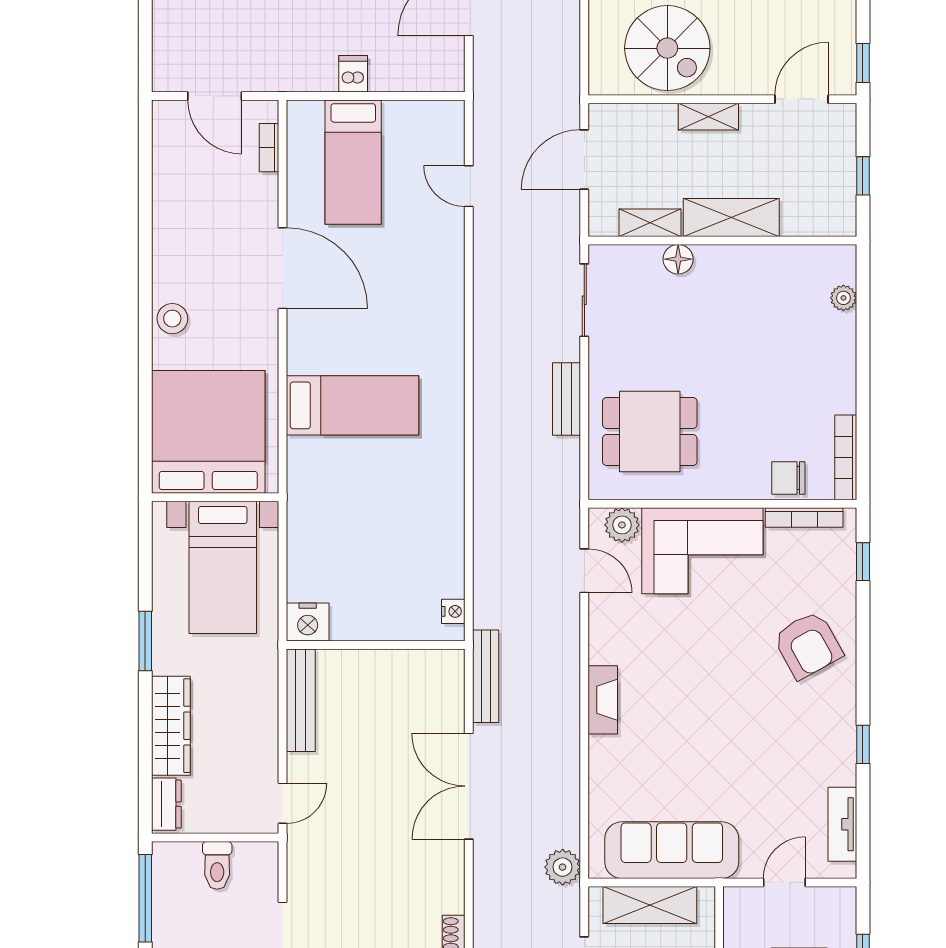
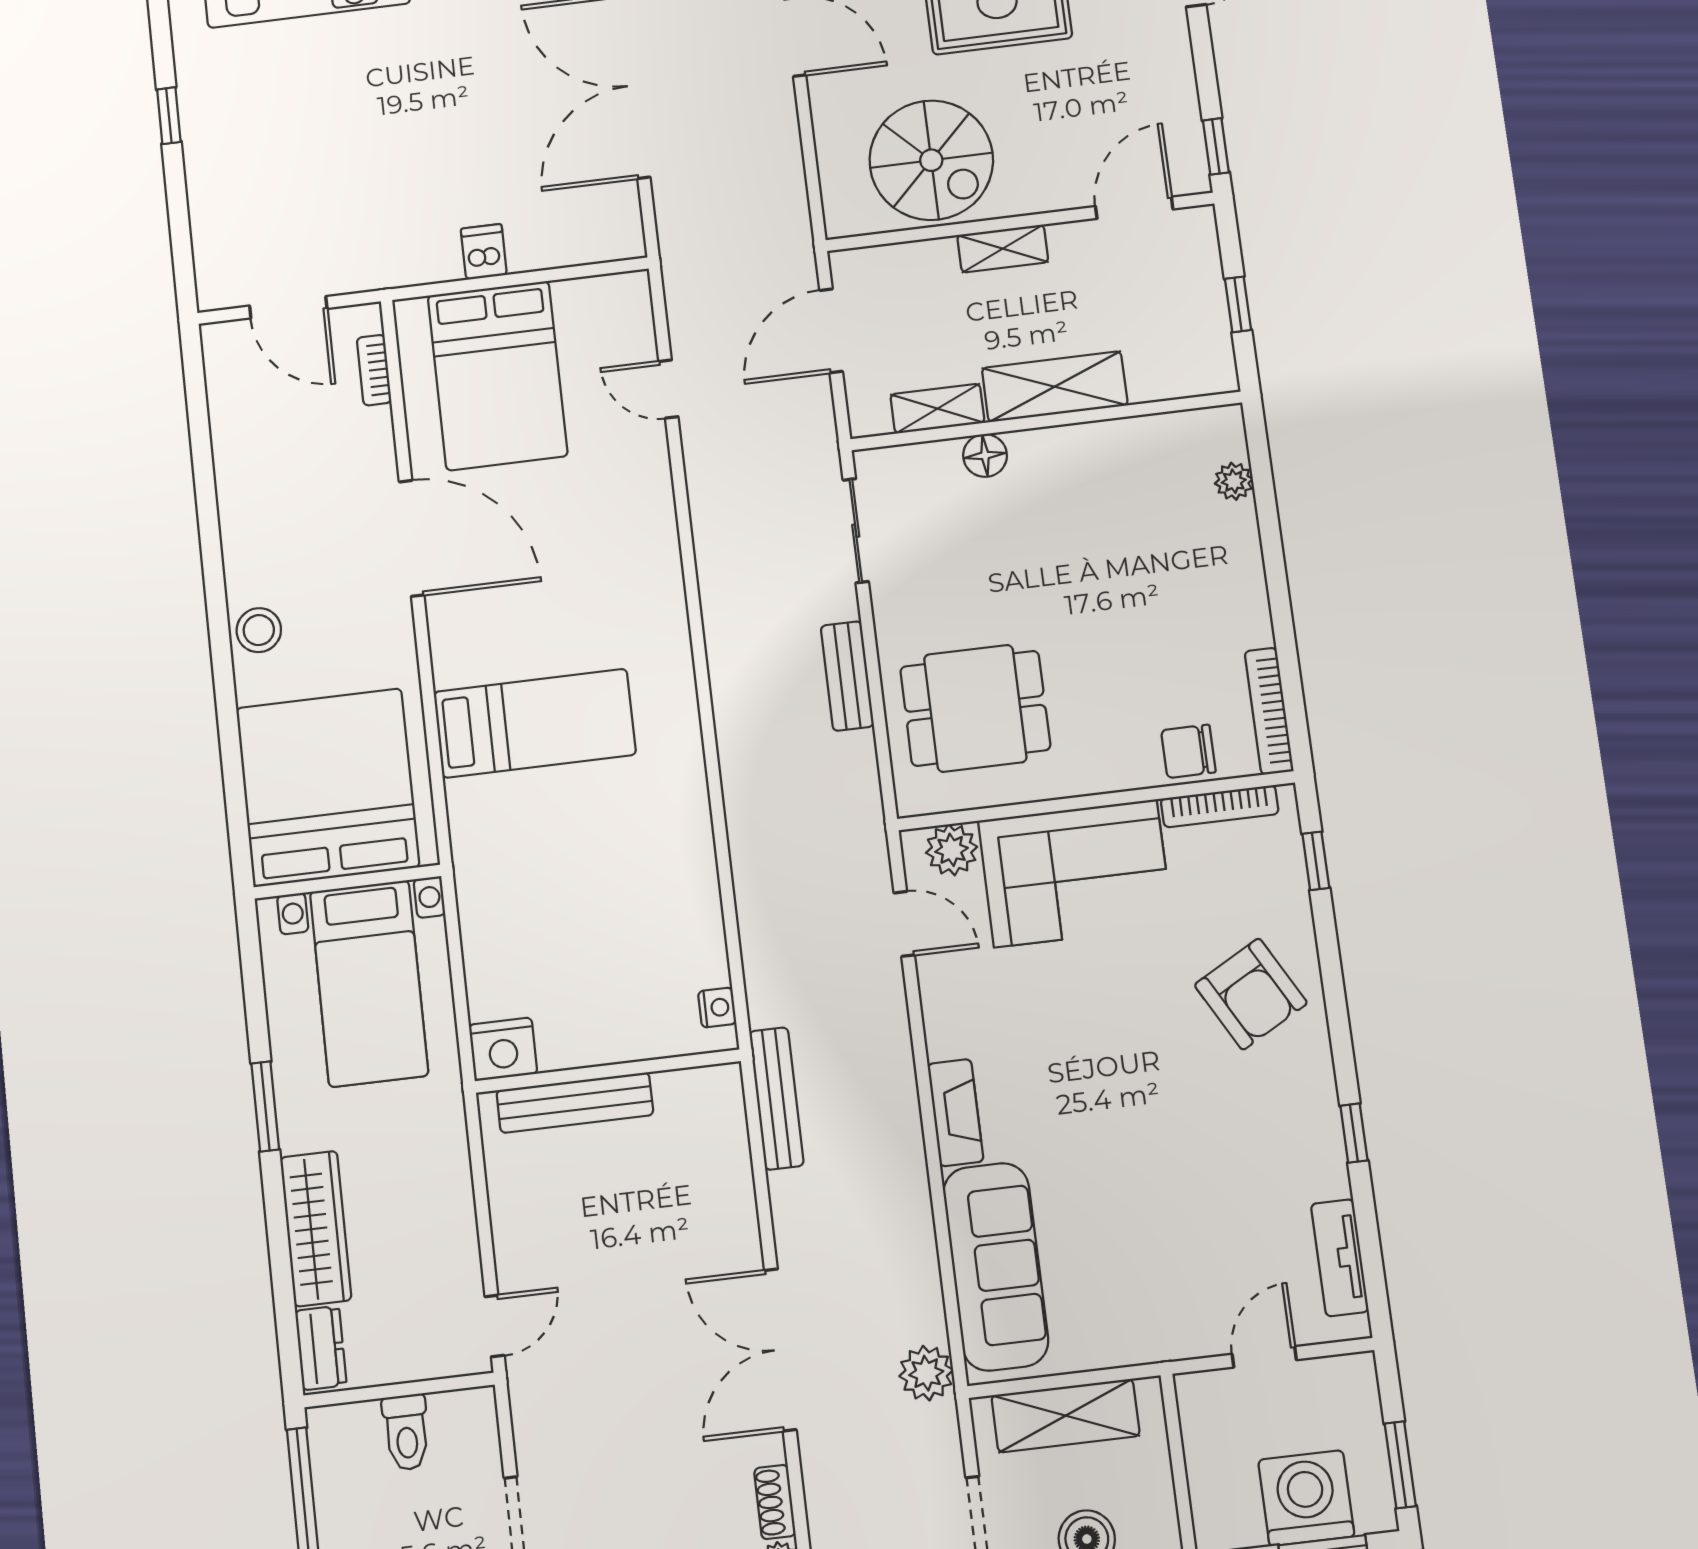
bed: (353, 162) -> (498, 376), width x1.50
bench: (301, 700) -> (575, 1103), moved, turned 90
double door: (469, 786) -> (780, 1350), moved
sofa: (672, 850) -> (996, 1267), moved, turned 90

